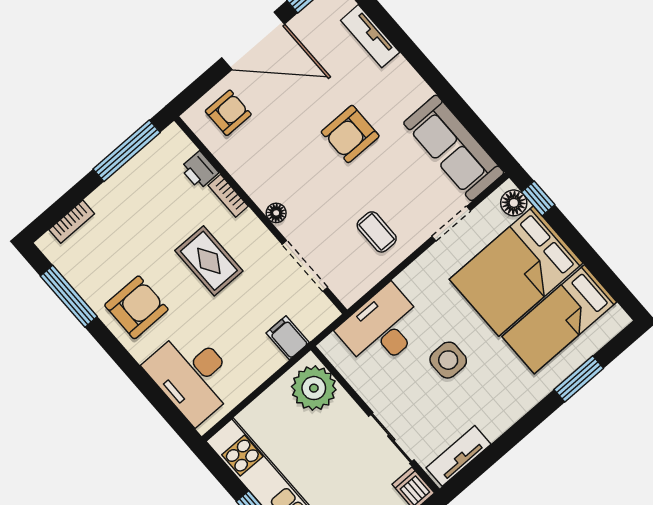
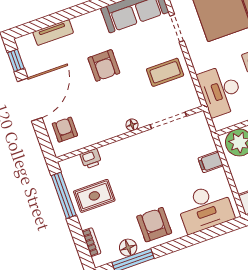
bookcase: (228, 196) -> (112, 148), removed
coffee table: (377, 232) -> (165, 72), width x1.36, depth x1.30
rug: (209, 261) -> (94, 196), moved
floor lamp: (86, 281) -> (128, 248), added
filing cabinet: (288, 338) -> (211, 162), moved

